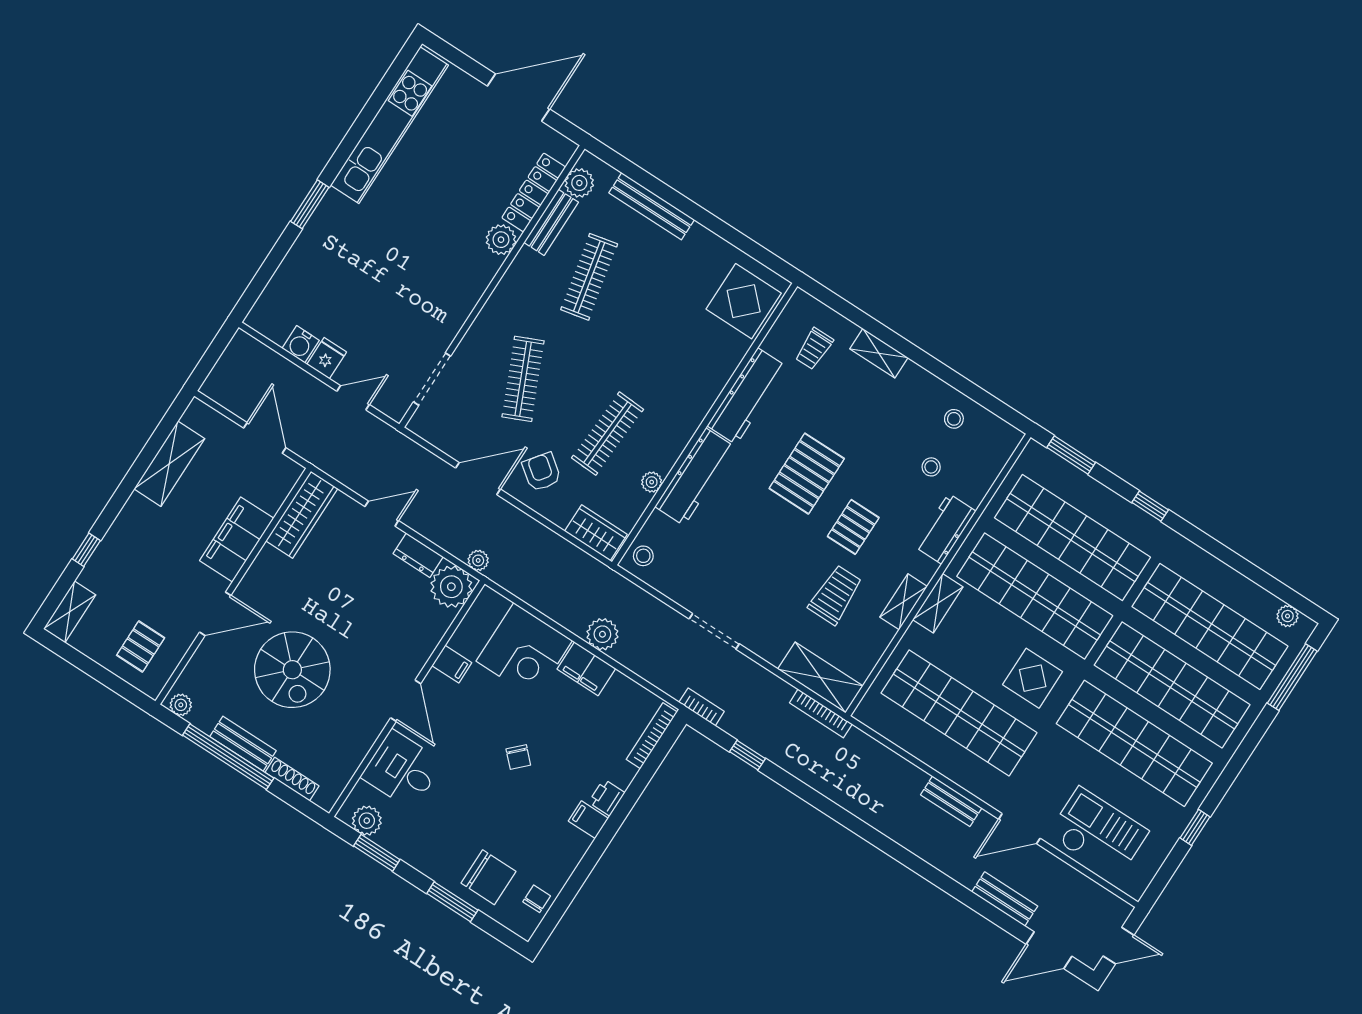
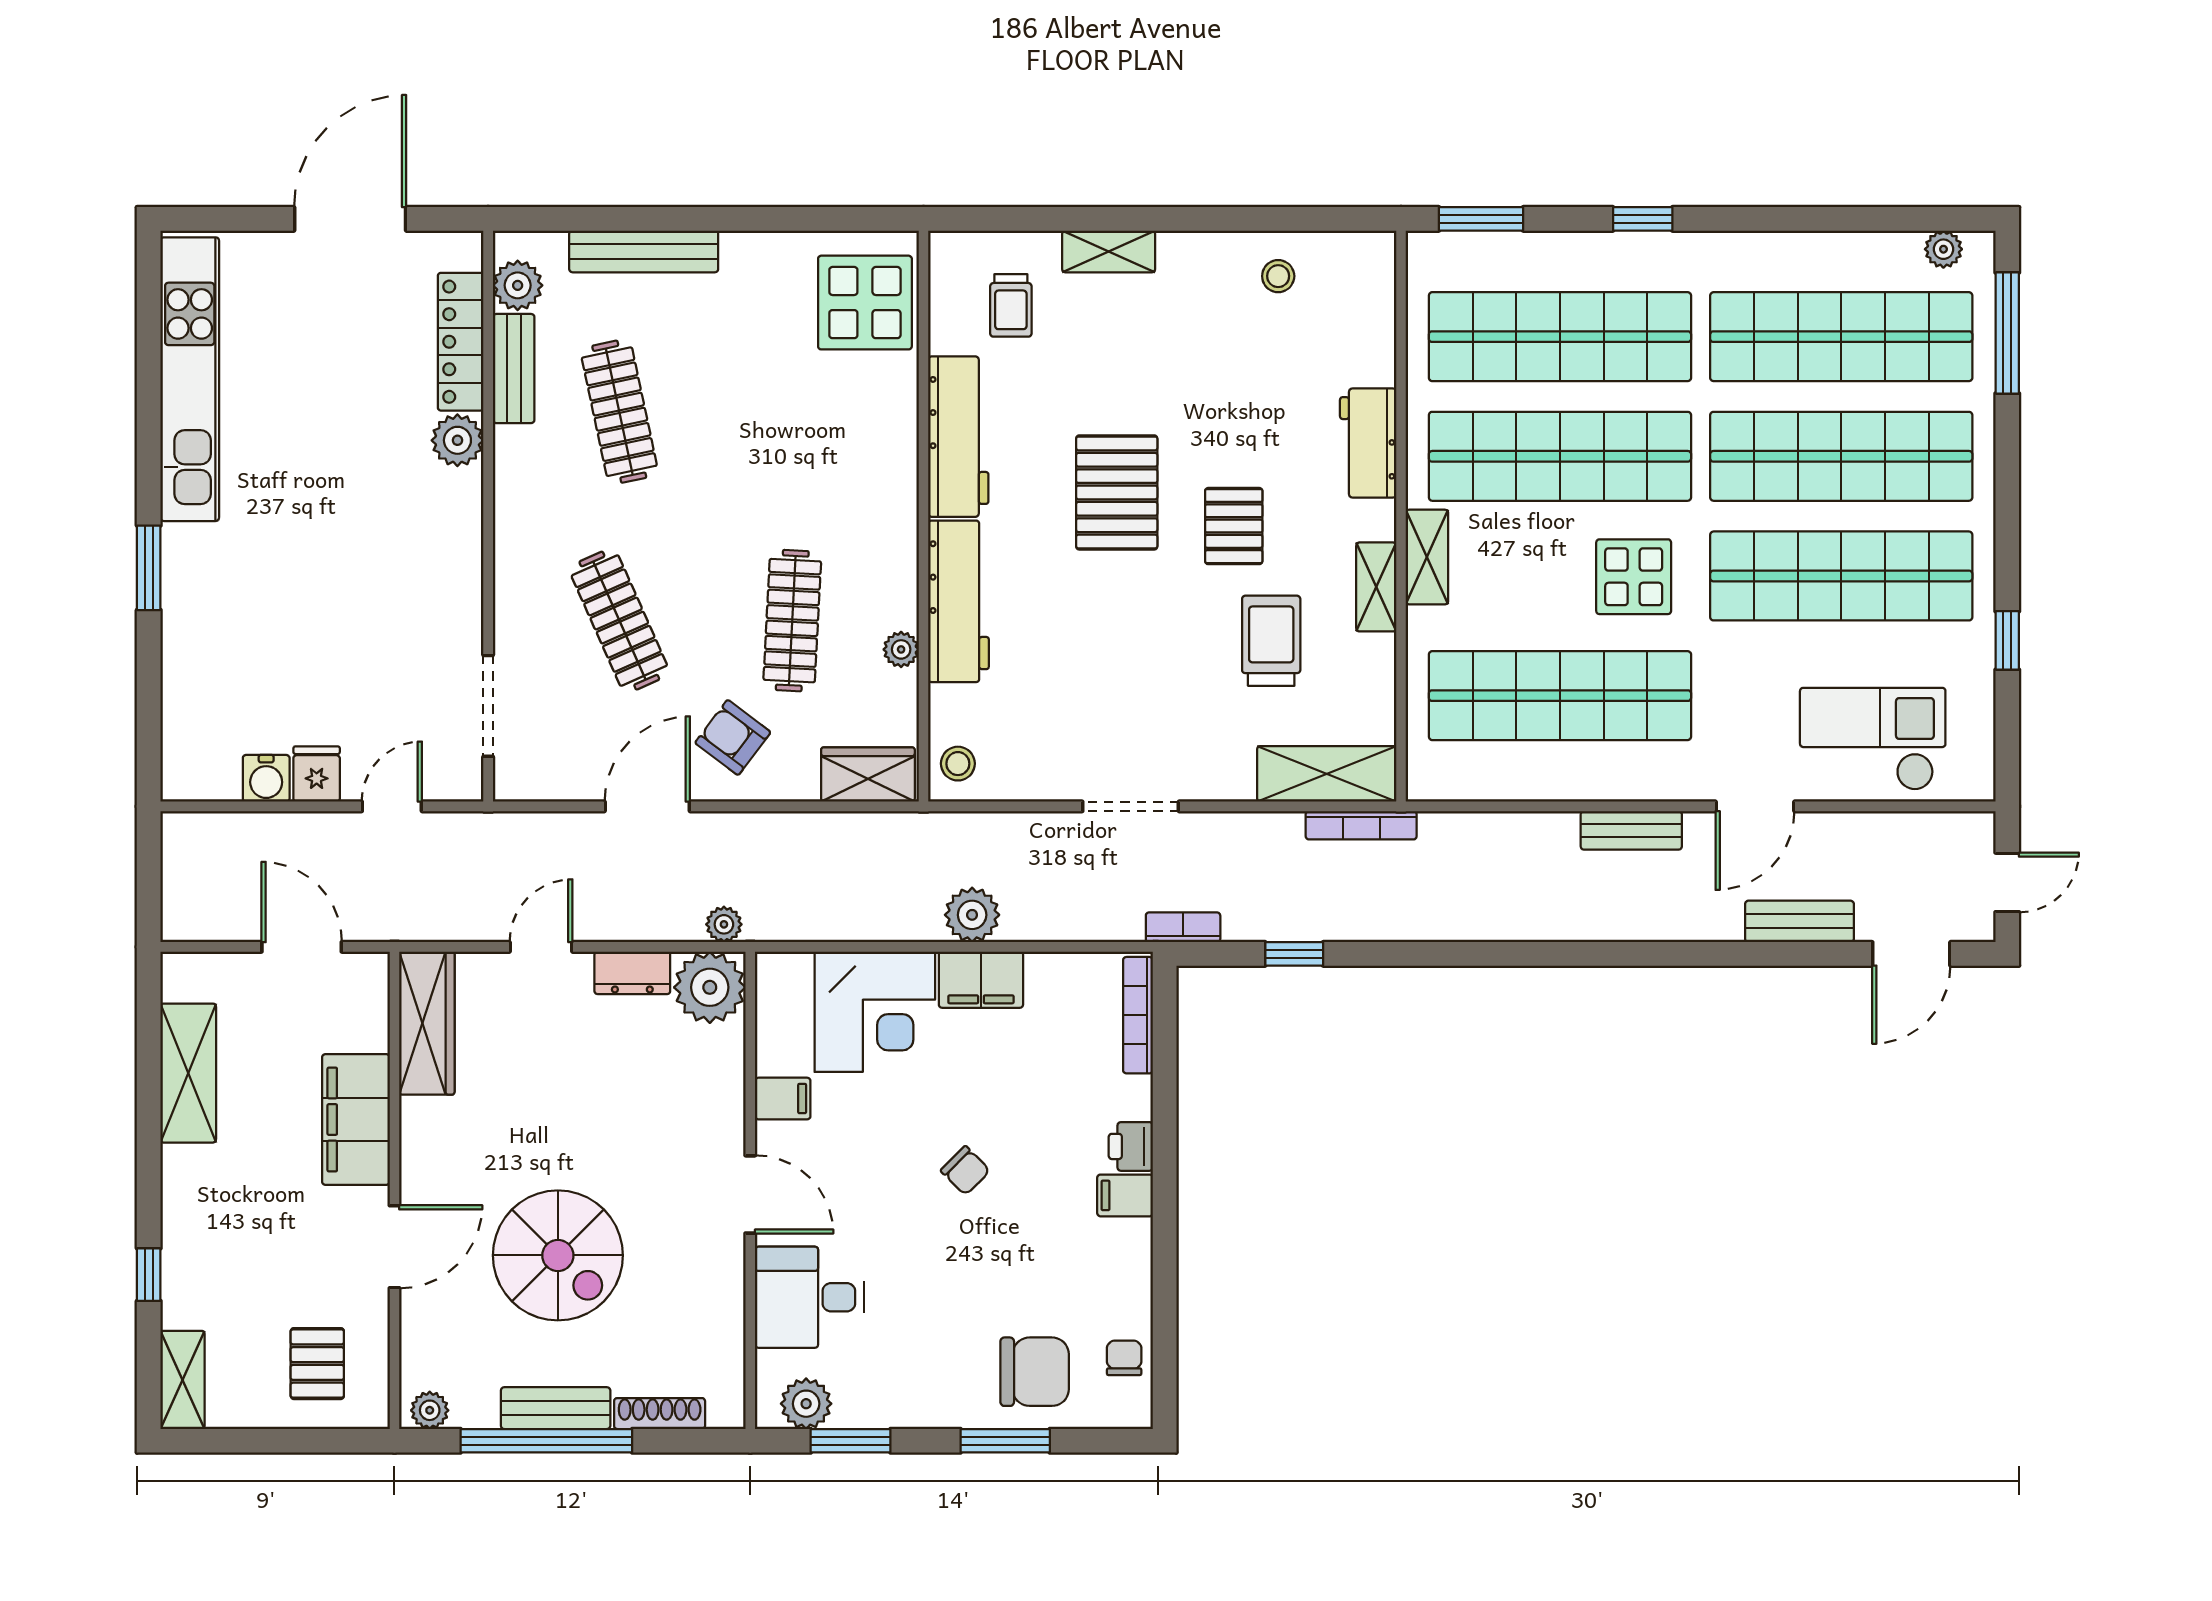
stool: (931, 467) -> (1290, 367), removed

